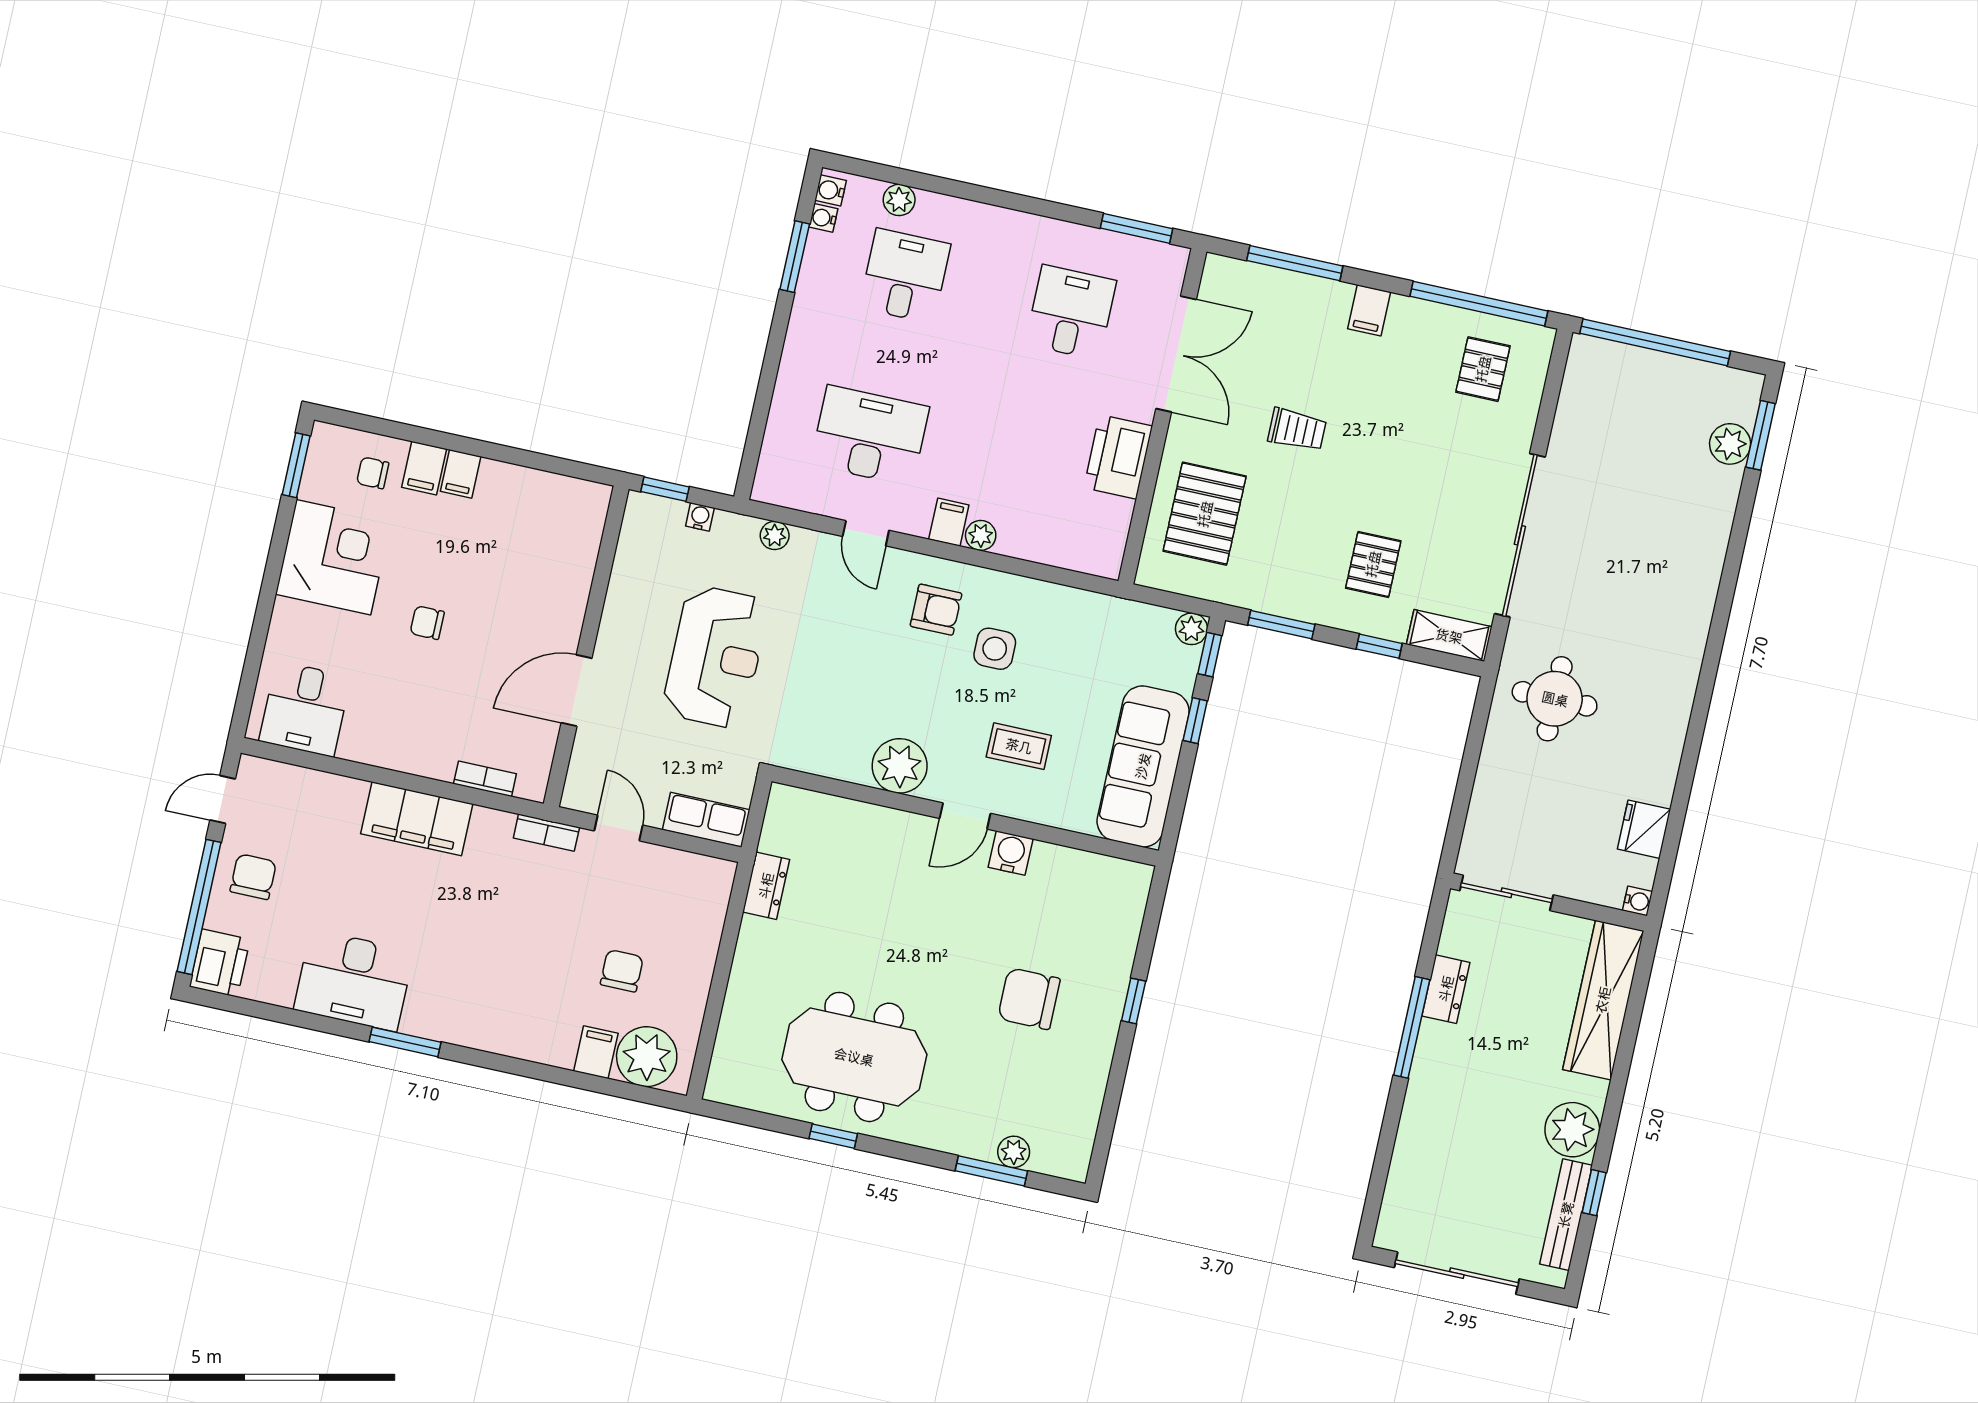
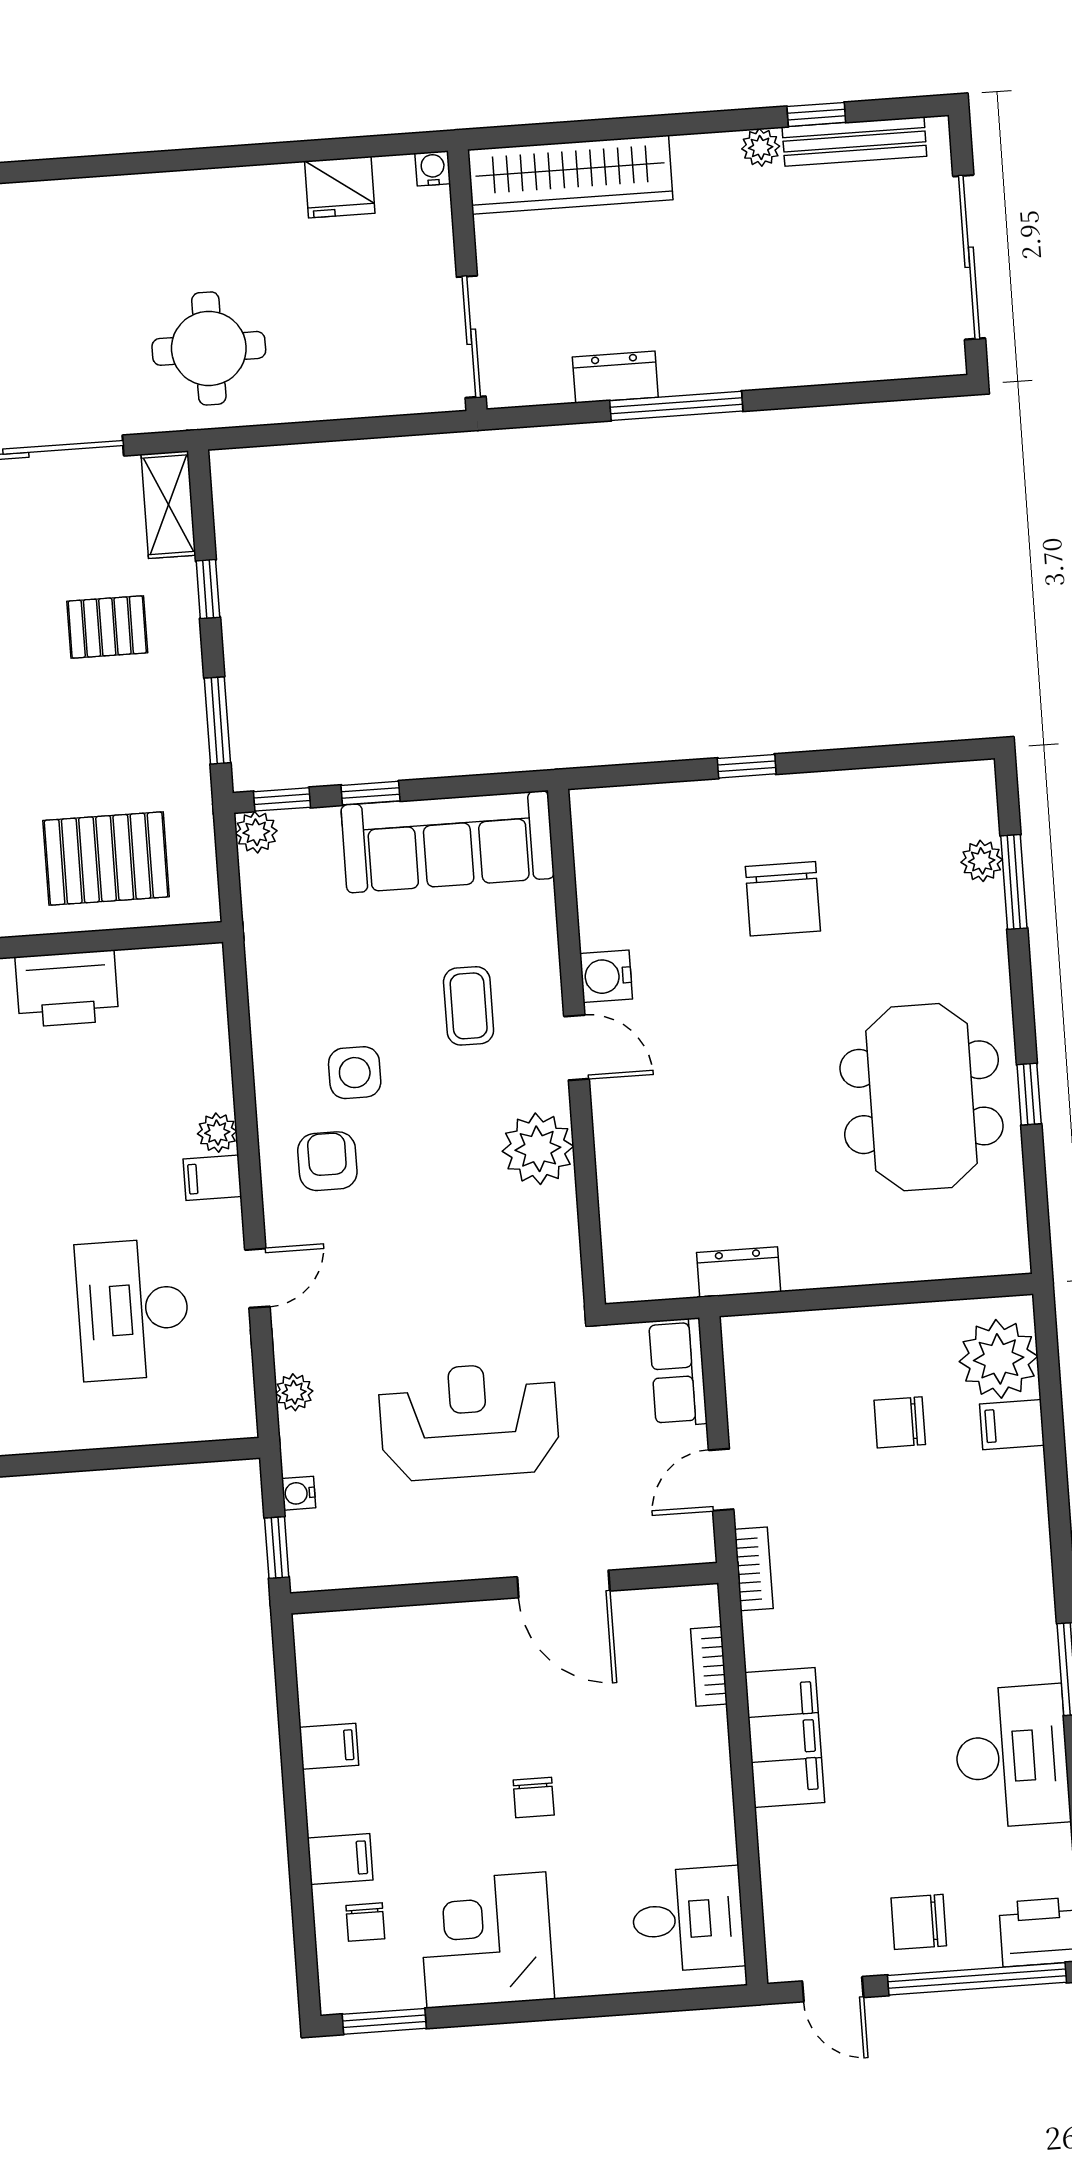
filing cabinet: (461, 474) -> (329, 1746), moved
plant: (1572, 1130) -> (761, 147), width x0.53, depth x0.53

